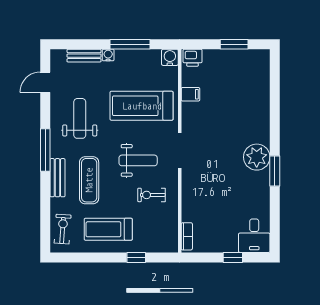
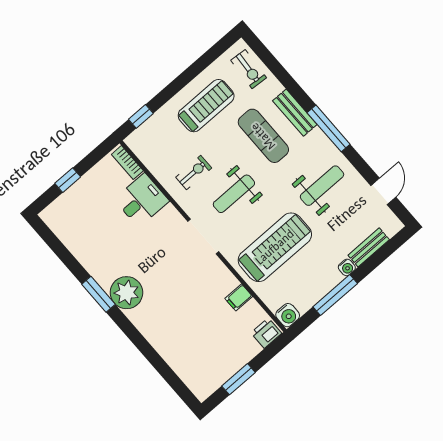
weight bench: (80, 118) -> (322, 186), turned -90
desk: (254, 236) -> (142, 200), moved, turned 90
window: (136, 257) -> (141, 116), moved

